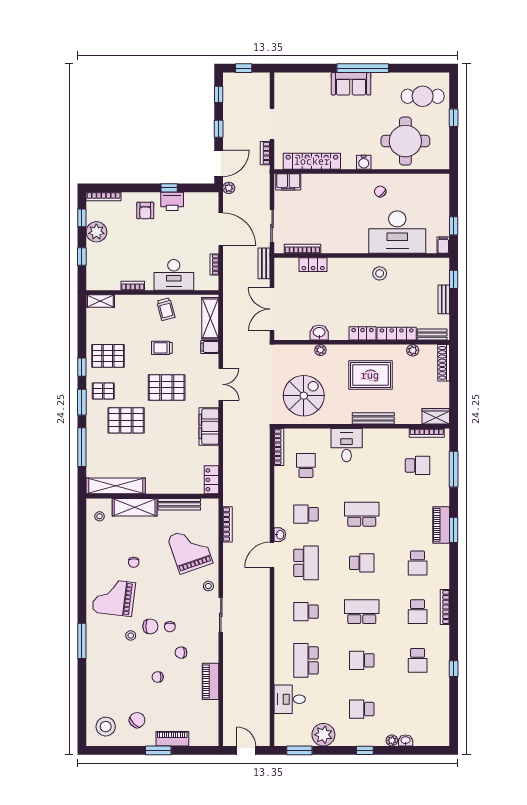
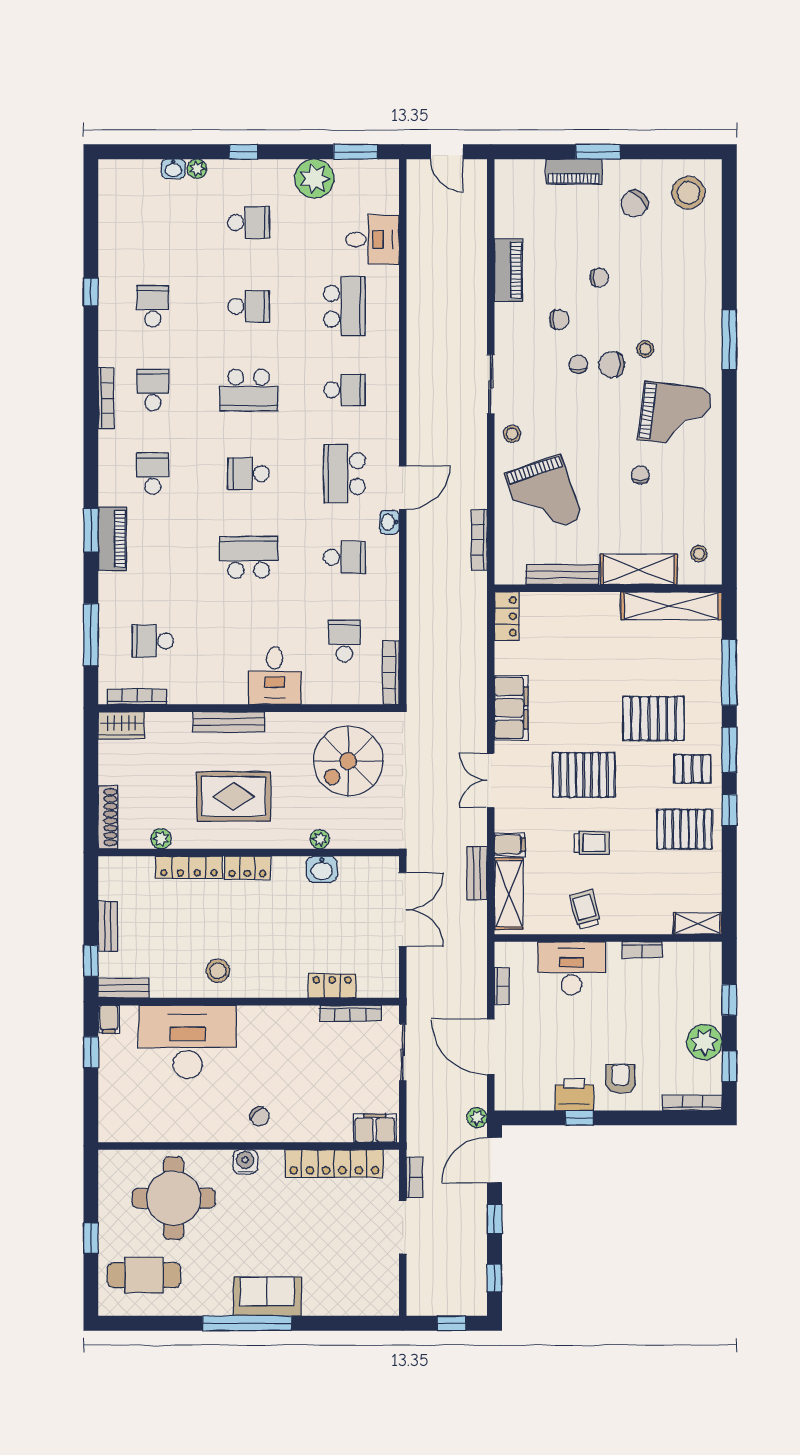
chair: (380, 191) -> (260, 1116), moved
bench: (264, 263) -> (477, 873), moved
bench: (432, 335) -> (124, 988), moved
school desk: (306, 465) -> (344, 641), turned 180
school desk: (362, 514) -> (249, 557), turned 180

